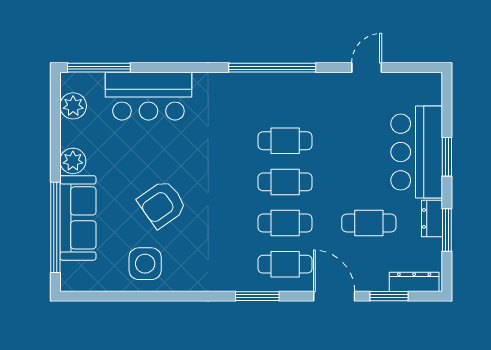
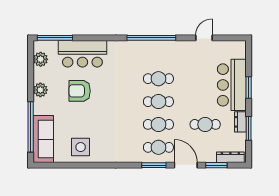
armchair: (162, 204) -> (80, 91), moved, turned 35
sofa: (78, 218) -> (43, 139), moved
window: (257, 296) -> (154, 165), moved

